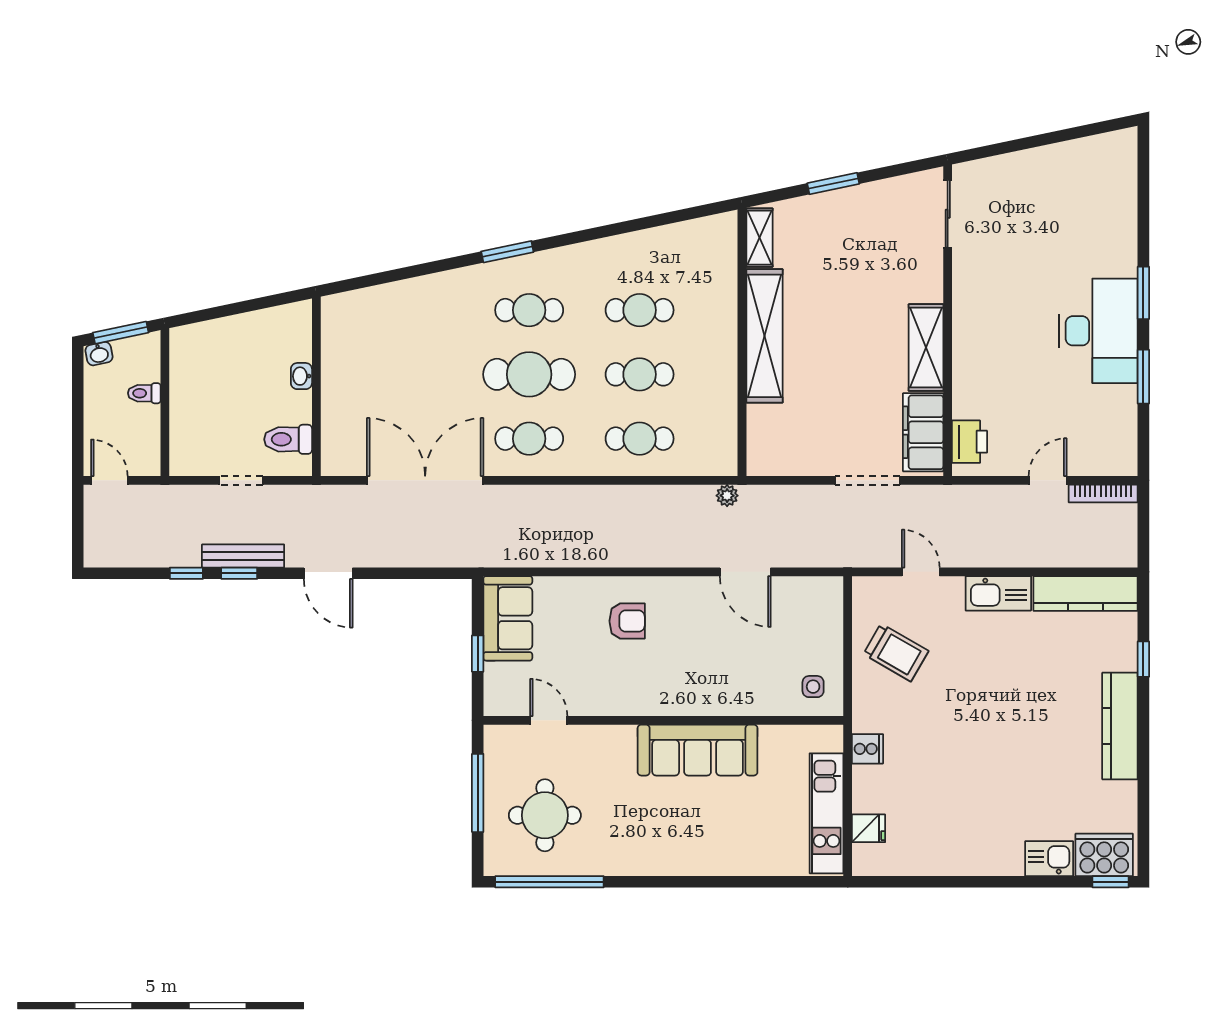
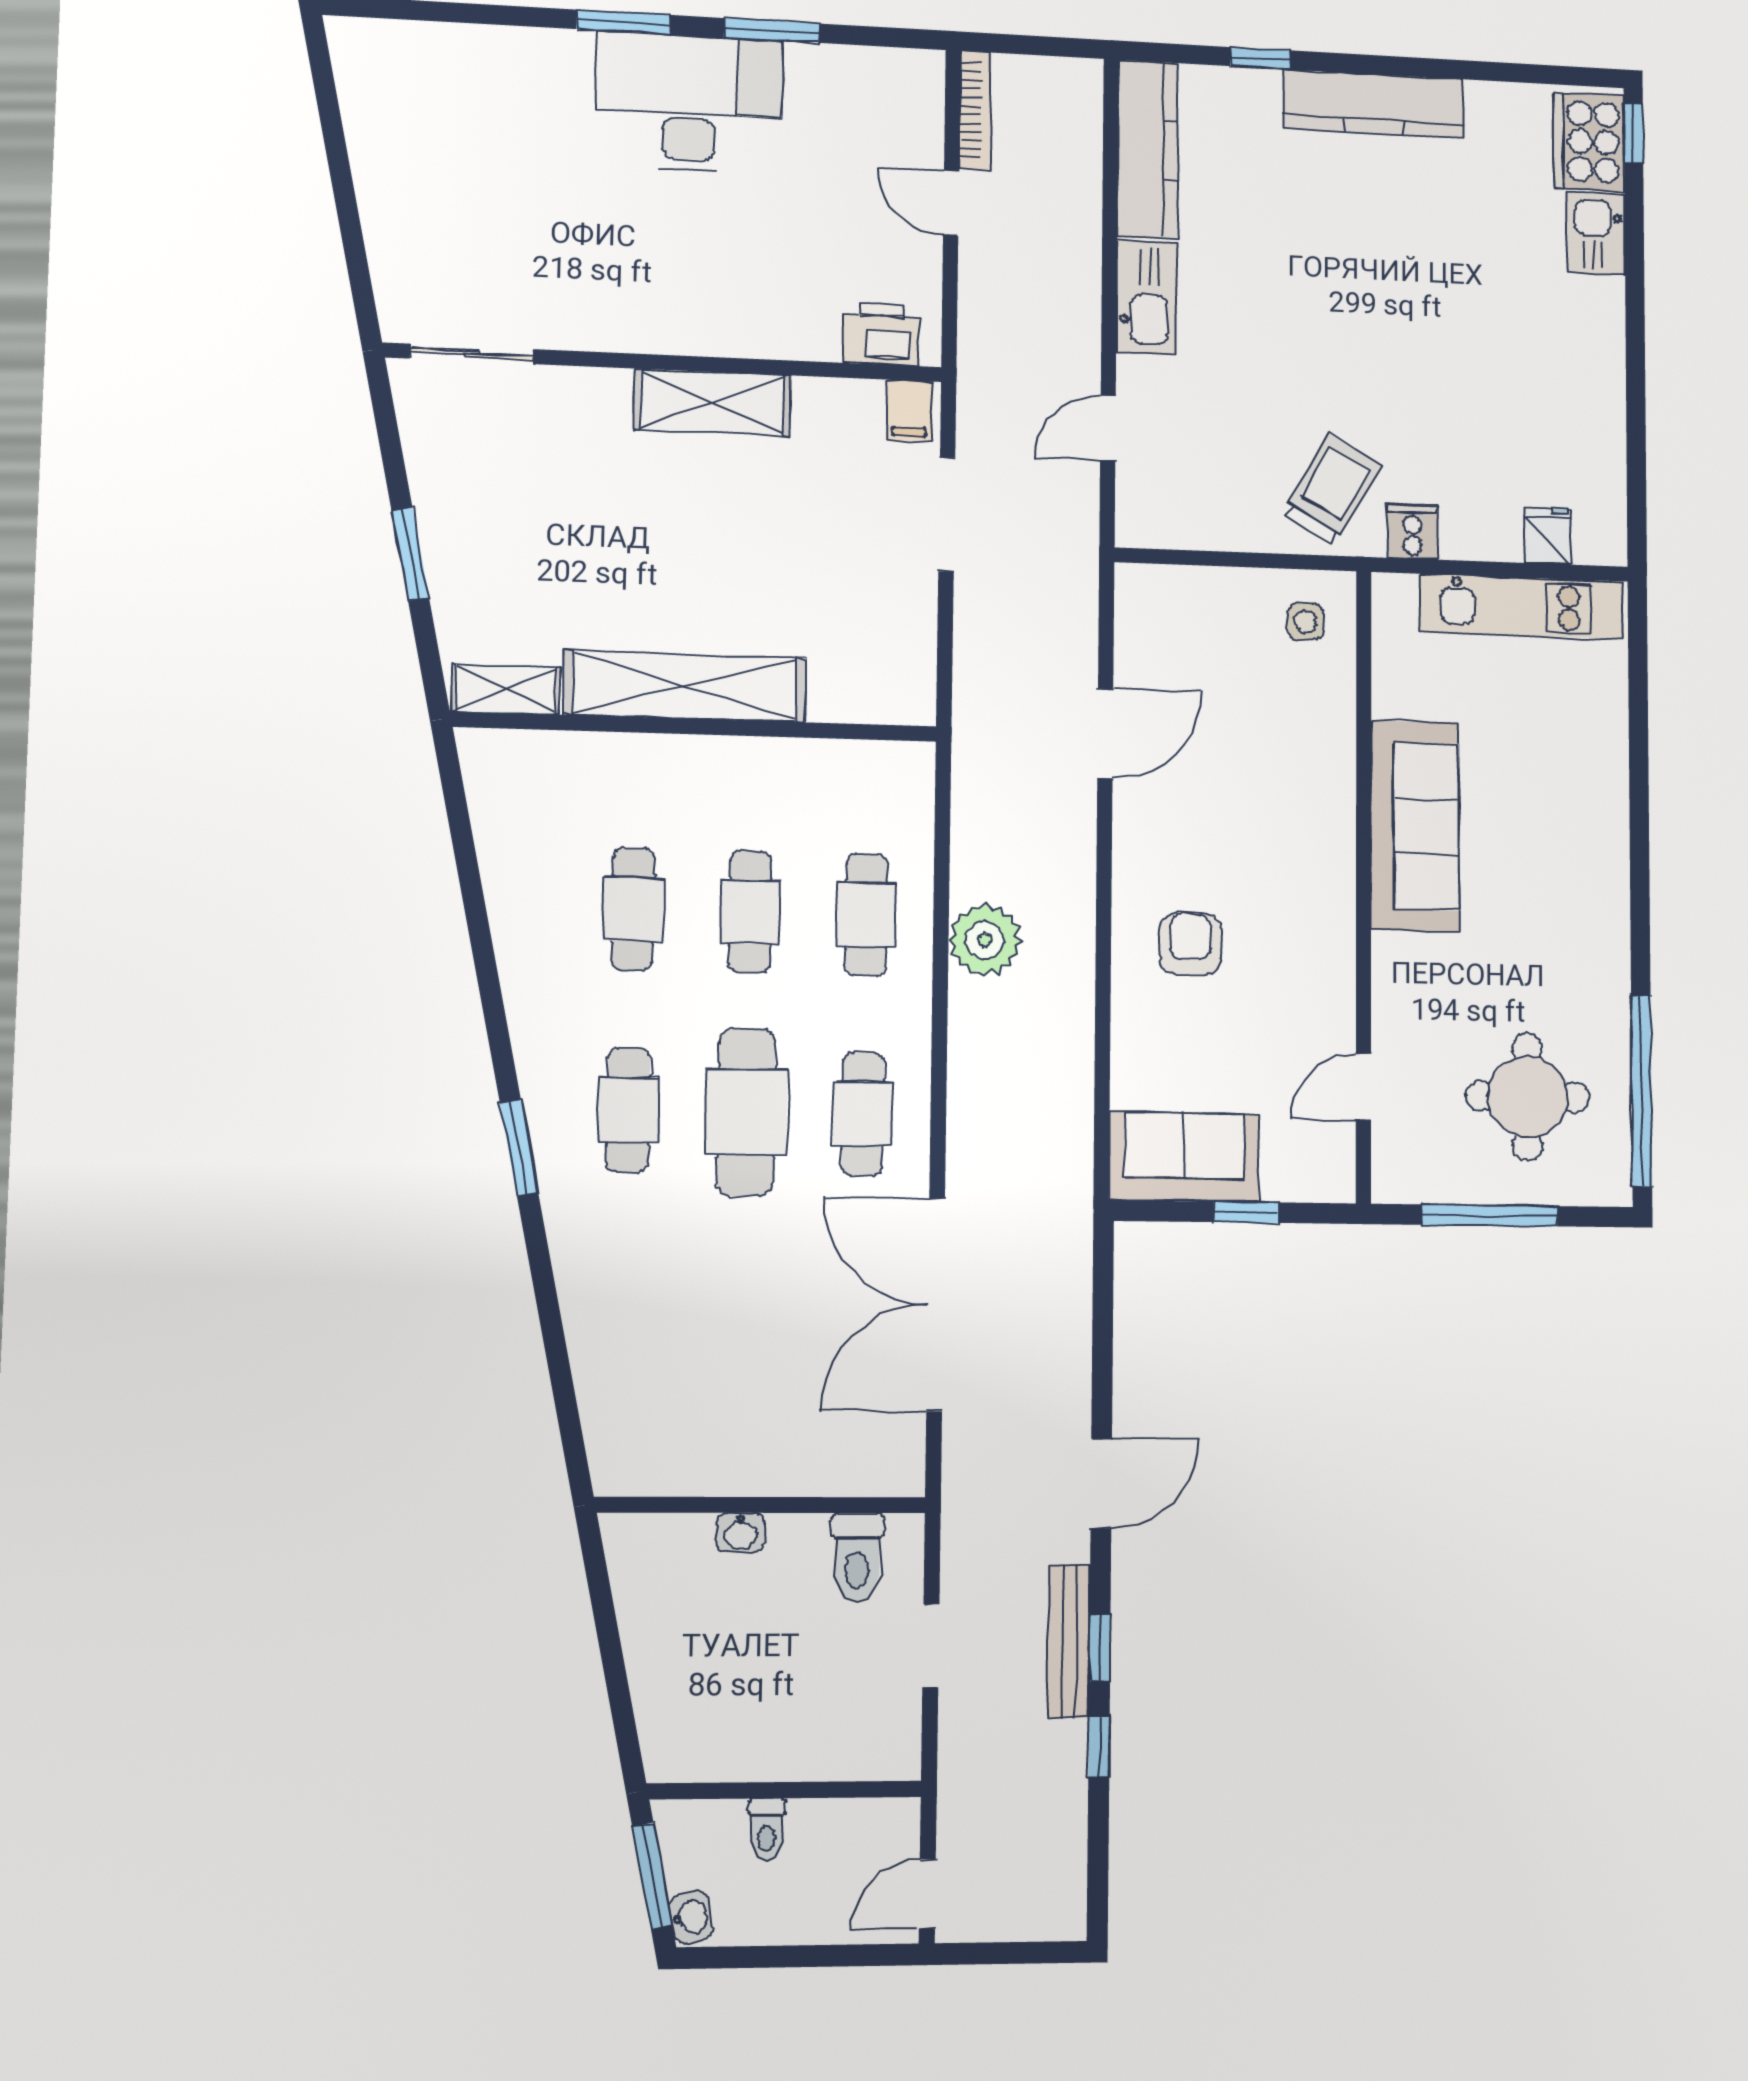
filing cabinet: (923, 432) -> (909, 411), width x0.33, depth x0.86
plant: (727, 496) -> (985, 940), moved, width x1.88, depth x1.88
trolley: (896, 652) -> (1332, 489), moved

